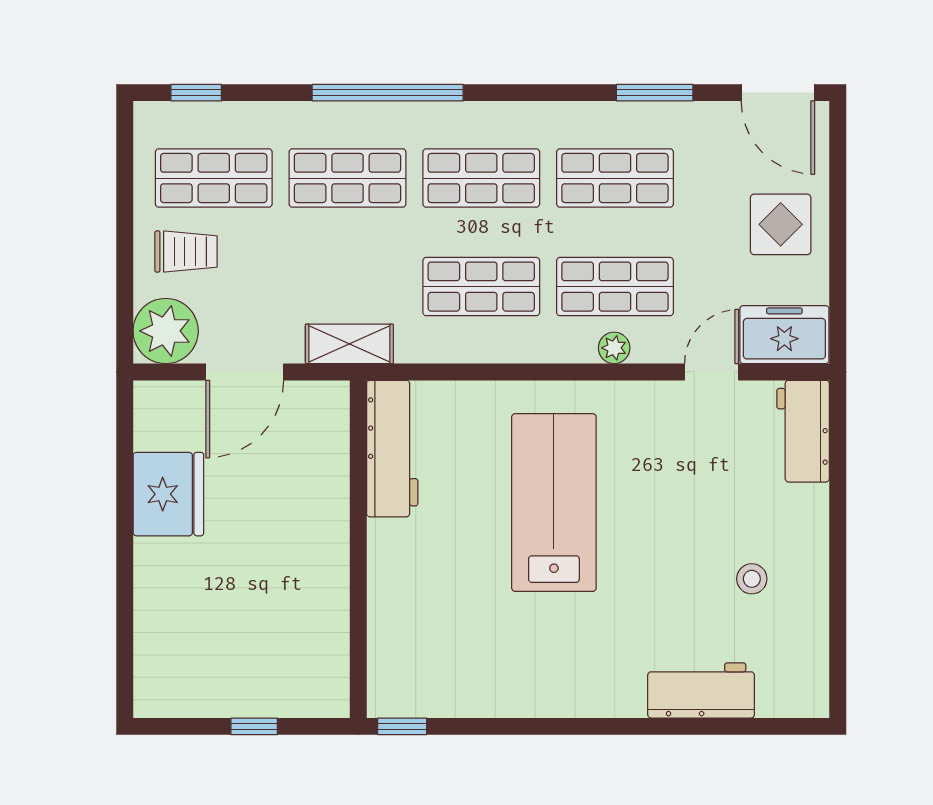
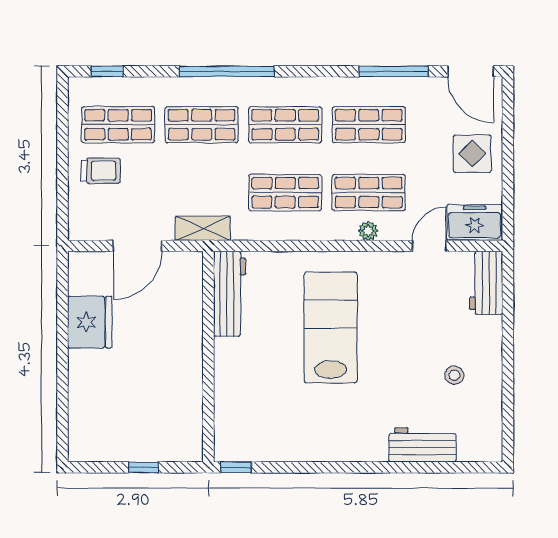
window: (655, 93) -> (394, 71), width x1.44
plant: (166, 331) -> (88, 220), removed

